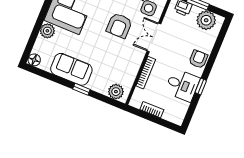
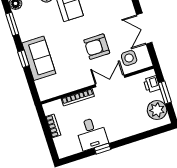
armchair: (198, 59) -> (122, 129), removed
sofa: (71, 69) -> (39, 58), moved
window: (48, 76) -> (12, 24), added
plant: (116, 92) -> (44, 87), removed

